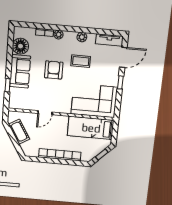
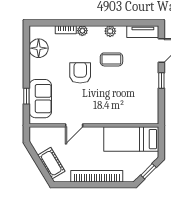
sofa: (20, 71) -> (40, 99), moved
corner sofa: (94, 101) -> (132, 105), removed
cot: (19, 132) -> (51, 163), moved

